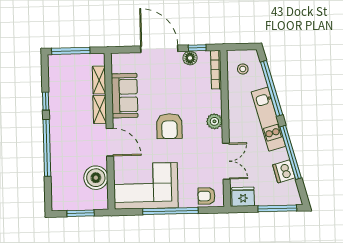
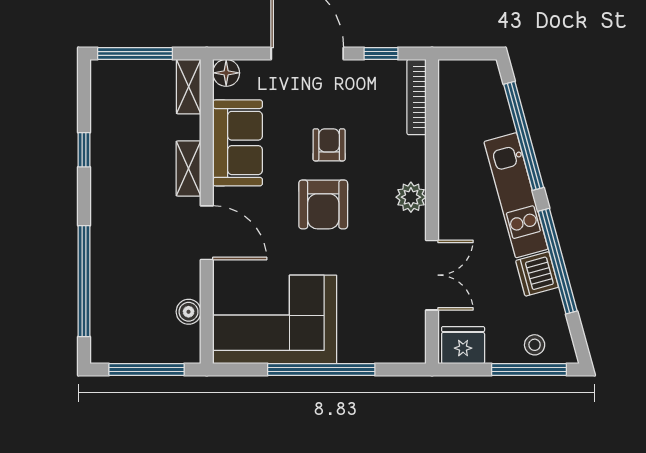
floor lamp: (190, 58) -> (226, 73), moved
stool: (243, 69) -> (535, 345), moved
shelving: (99, 80) -> (189, 87), moved
window: (47, 148) -> (84, 281), moved
dishwasher: (284, 171) -> (537, 274), moved
boiler: (96, 178) -> (189, 312), width x0.54, depth x0.54
armchair: (206, 196) -> (329, 145), moved, turned 90
window: (81, 213) -> (146, 369), width x1.44

